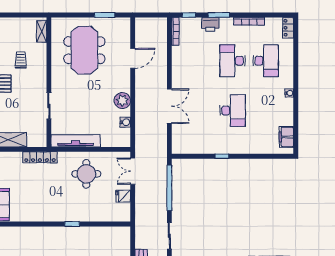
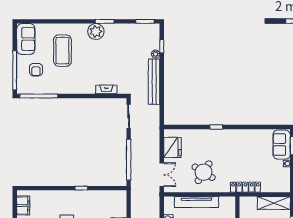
tv unit: (76, 141) -> (196, 202), moved
round table: (86, 174) -> (204, 172), turned 32
fridge: (123, 196) -> (172, 147), width x1.88, depth x1.34

